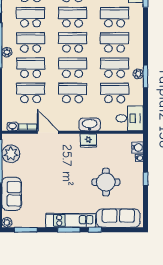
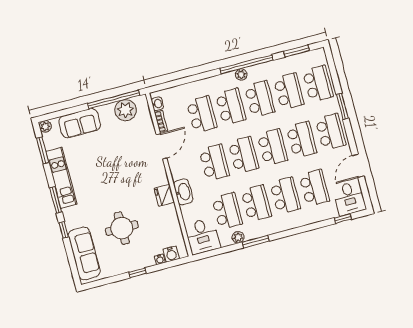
plant: (138, 74) -> (238, 237), moved
kitchen unit: (71, 220) -> (61, 178), moved

